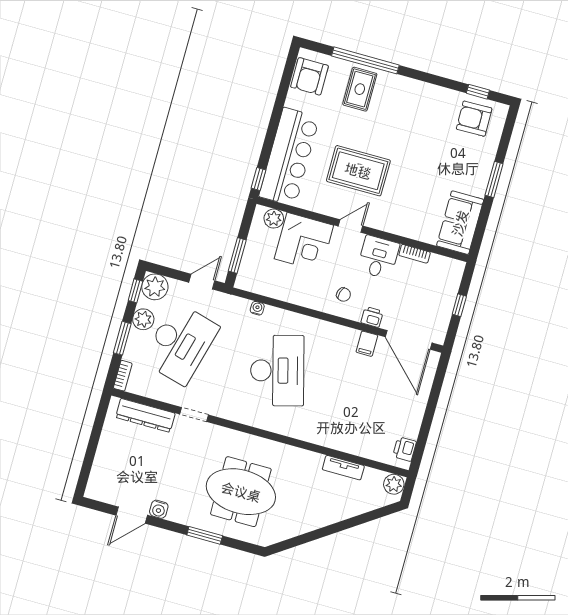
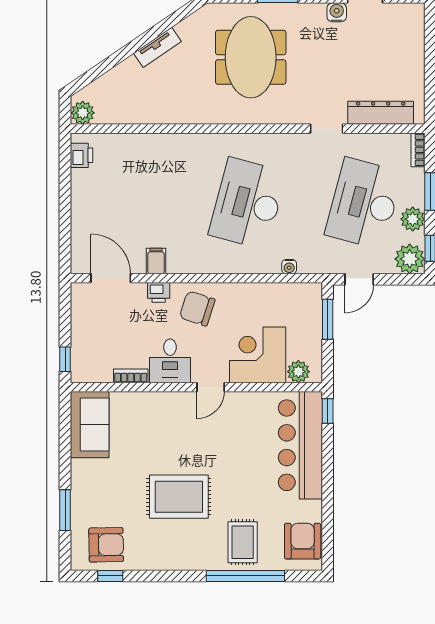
rug: (358, 171) -> (179, 497), moved
window: (494, 180) -> (65, 510), moved
chair: (344, 295) -> (197, 308), width x1.87, depth x1.87
window: (459, 305) -> (65, 359), moved
door: (409, 340) -> (111, 278), width x0.73
desk: (277, 371) -> (248, 203), turned 30
tv unit: (343, 468) -> (157, 47), moved, turned 146
meeting table: (241, 492) -> (251, 57), turned 90

